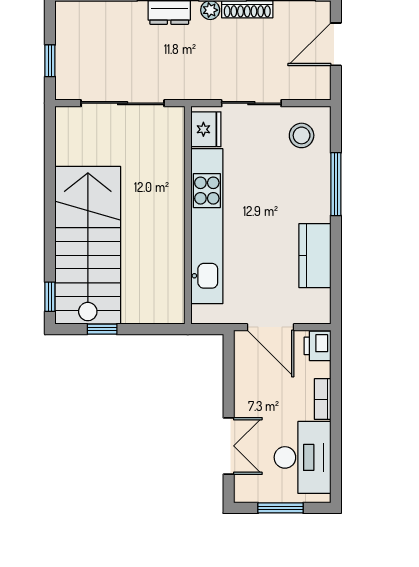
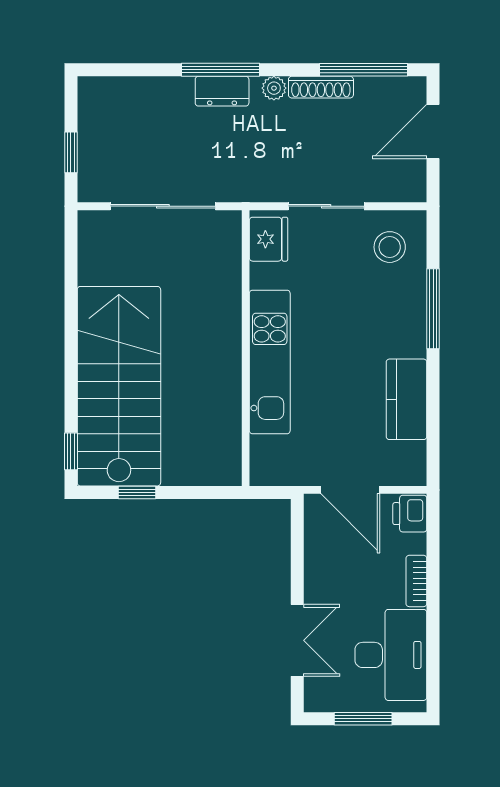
kitchen unit: (207, 226) -> (270, 362), width x0.73

